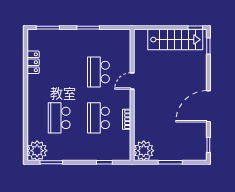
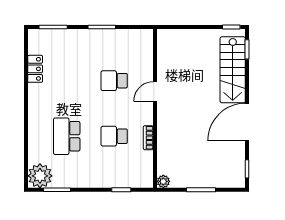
stairs: (175, 40) -> (233, 70), moved, turned 90
school desk: (98, 72) -> (114, 81), width x0.54
school desk: (98, 118) -> (114, 136), width x0.54
plant: (144, 151) -> (163, 181), width x0.53, depth x0.53

